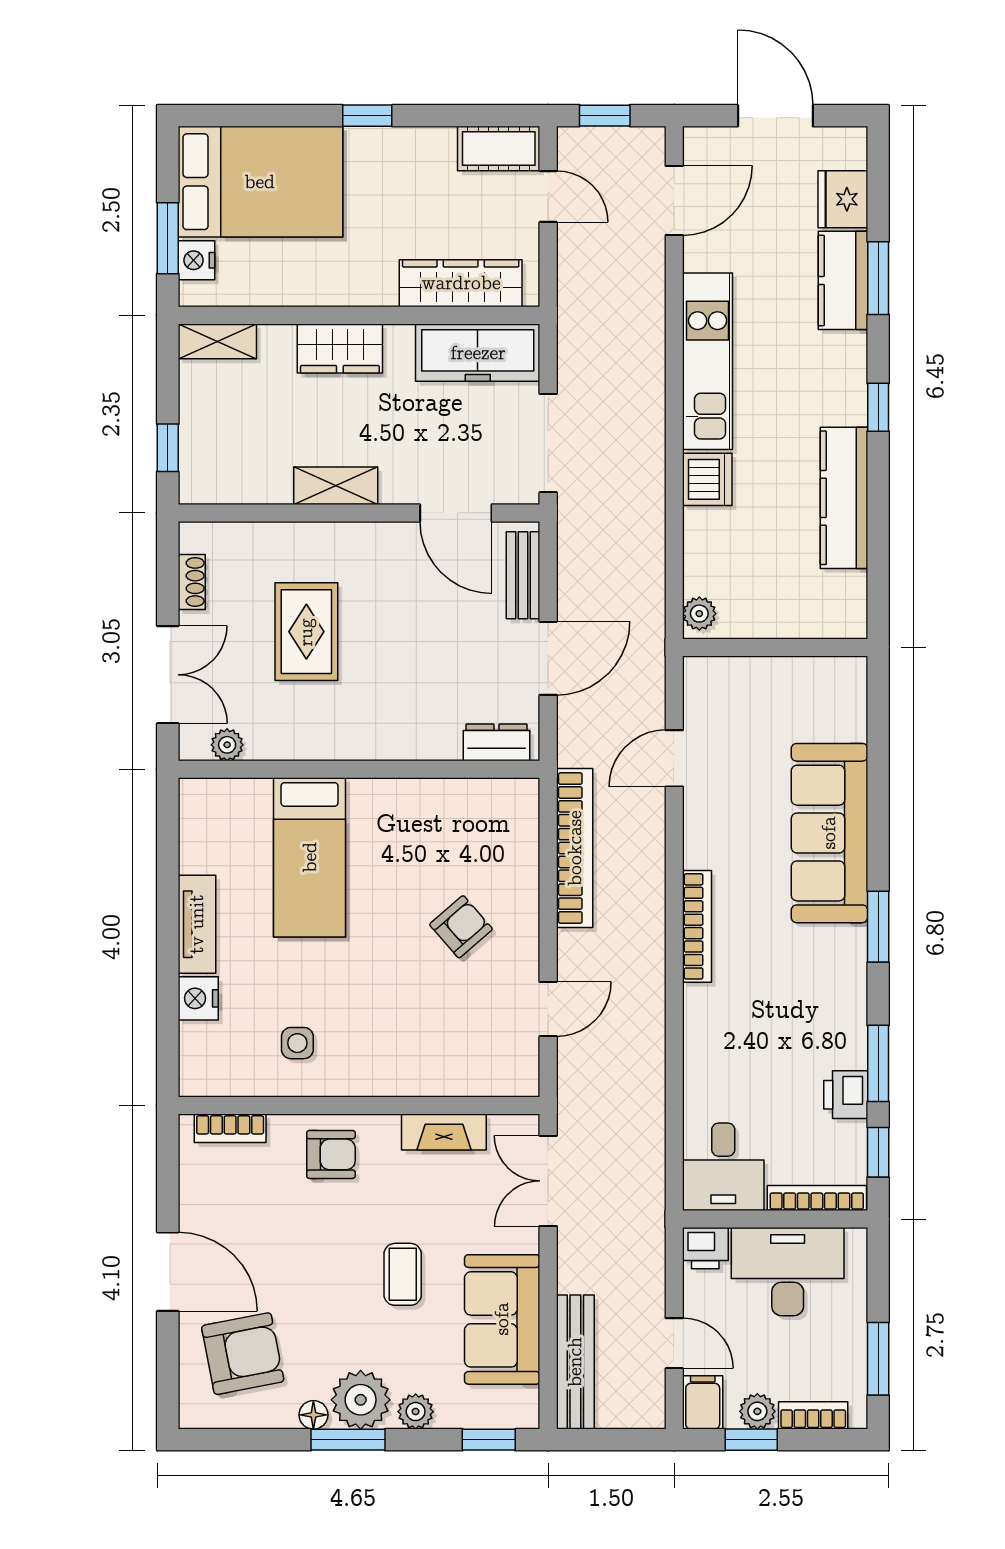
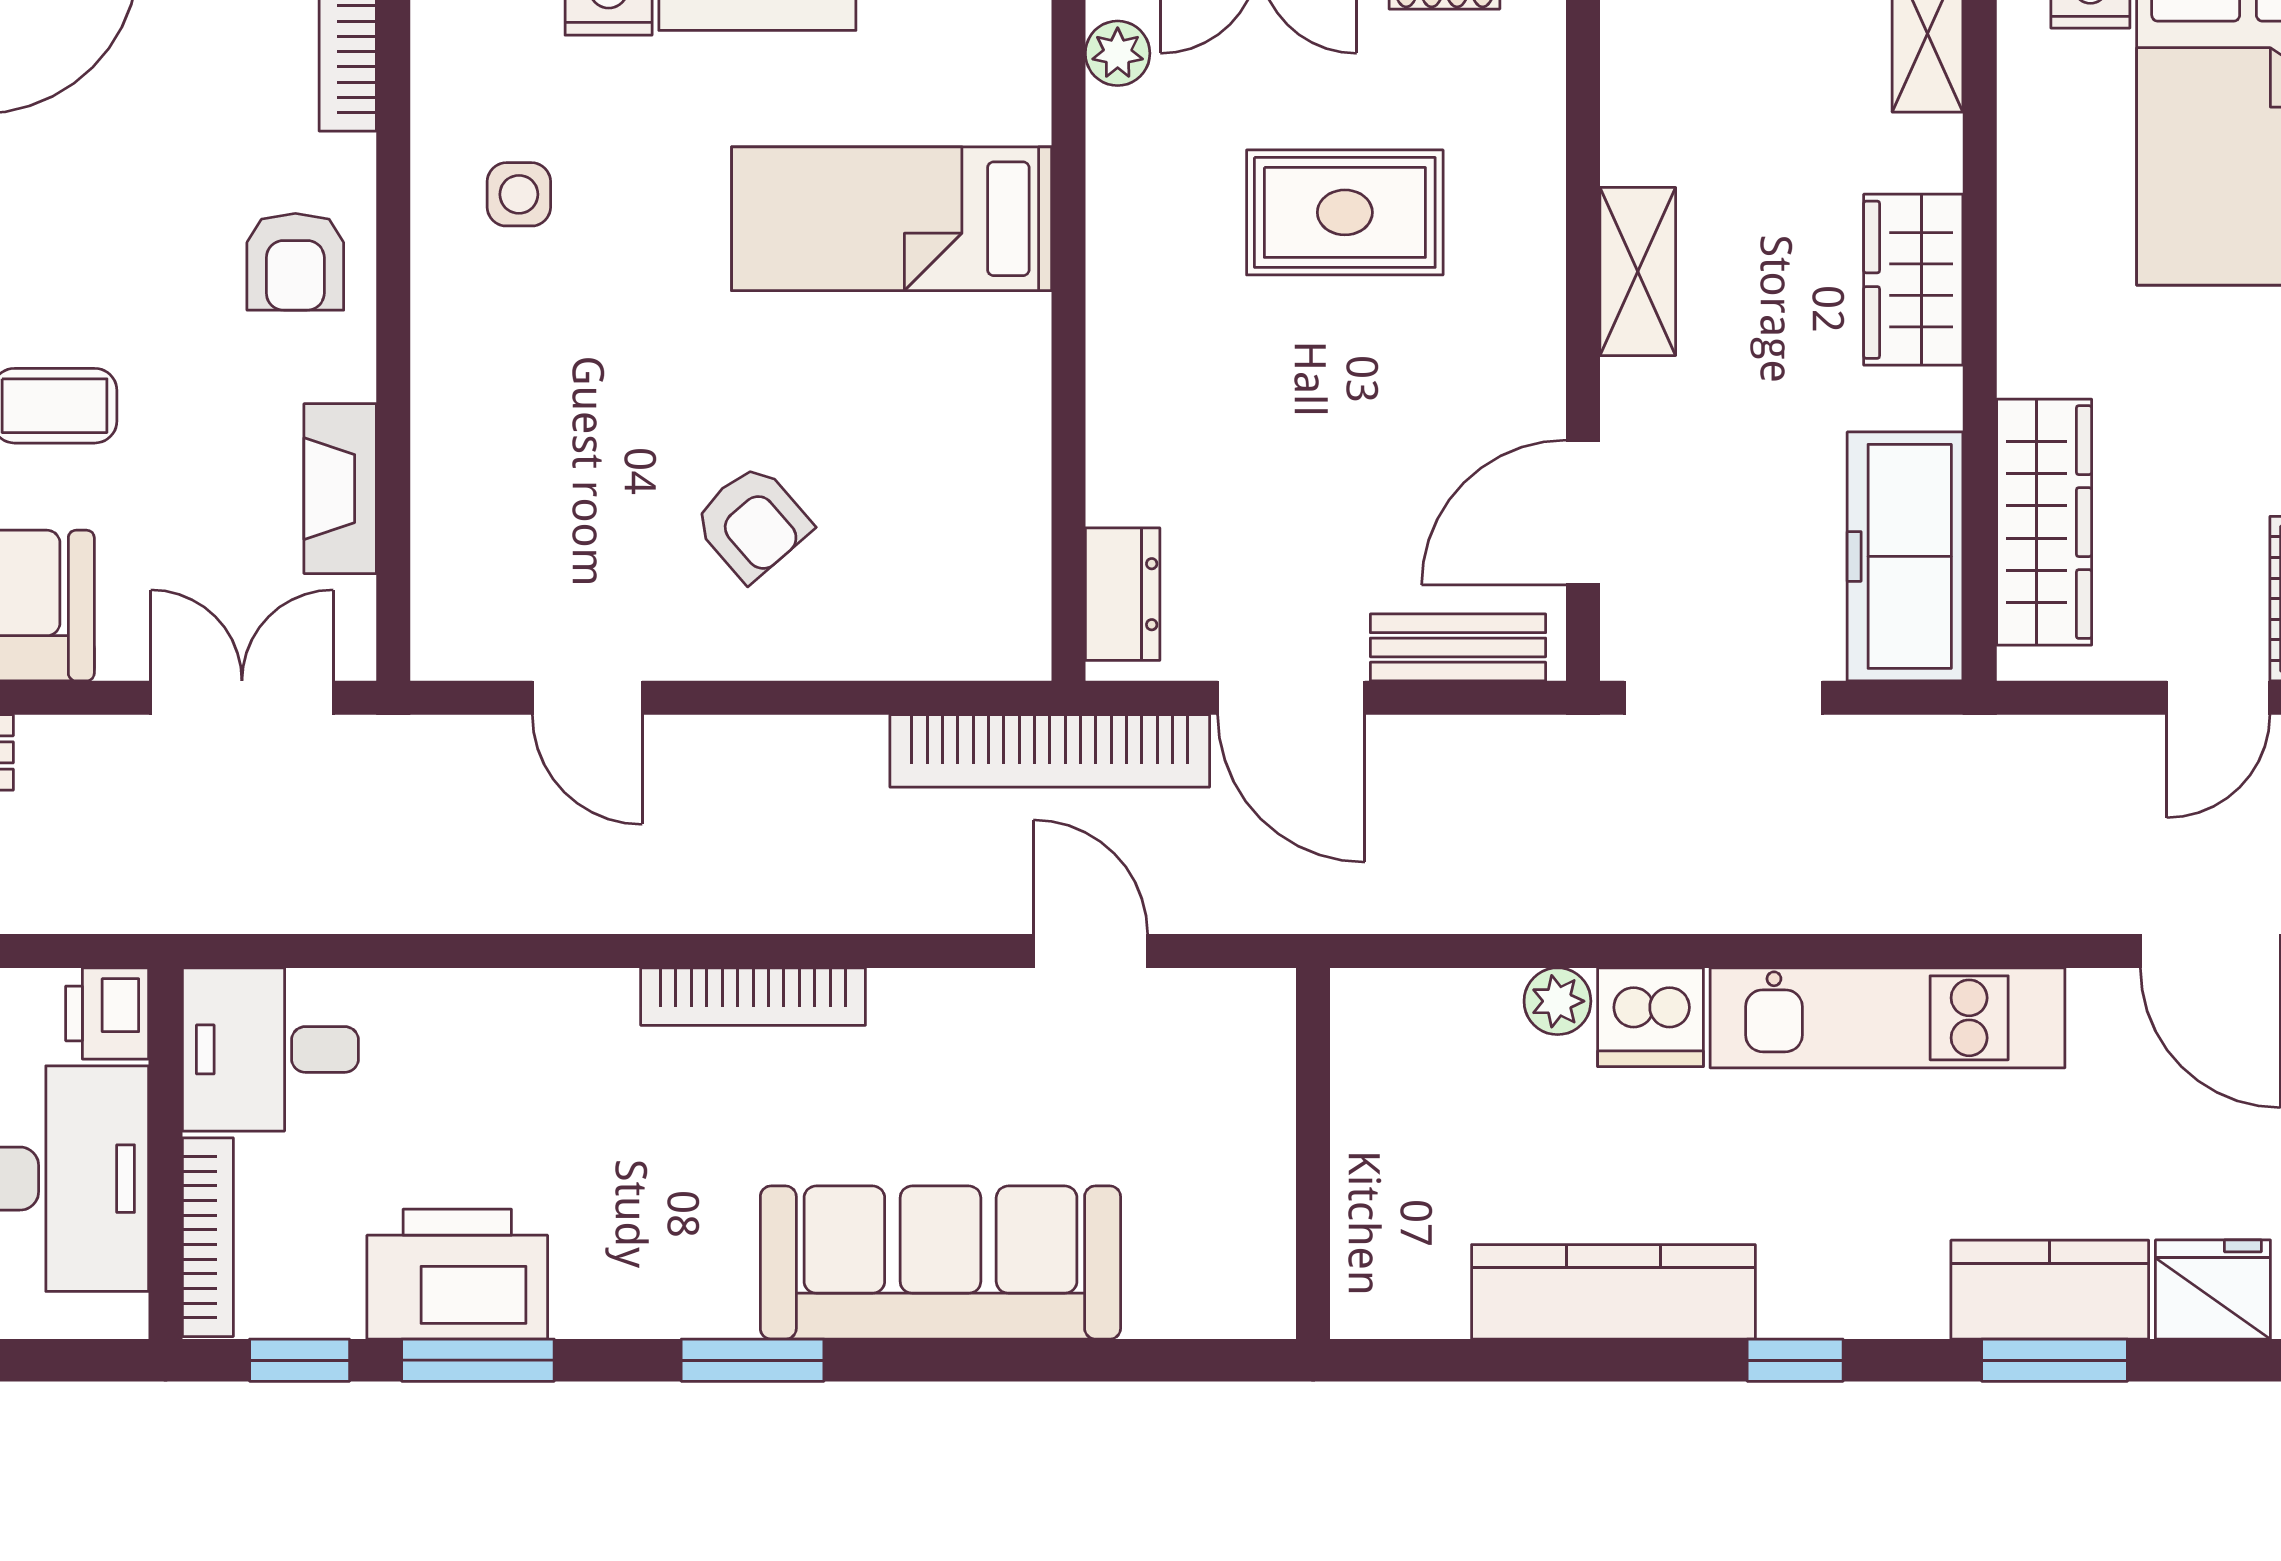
plant: (699, 614) -> (1557, 1001), moved
bookcase: (575, 848) -> (1050, 751), moved
printer: (846, 1095) -> (457, 1274), width x1.87, depth x1.48

